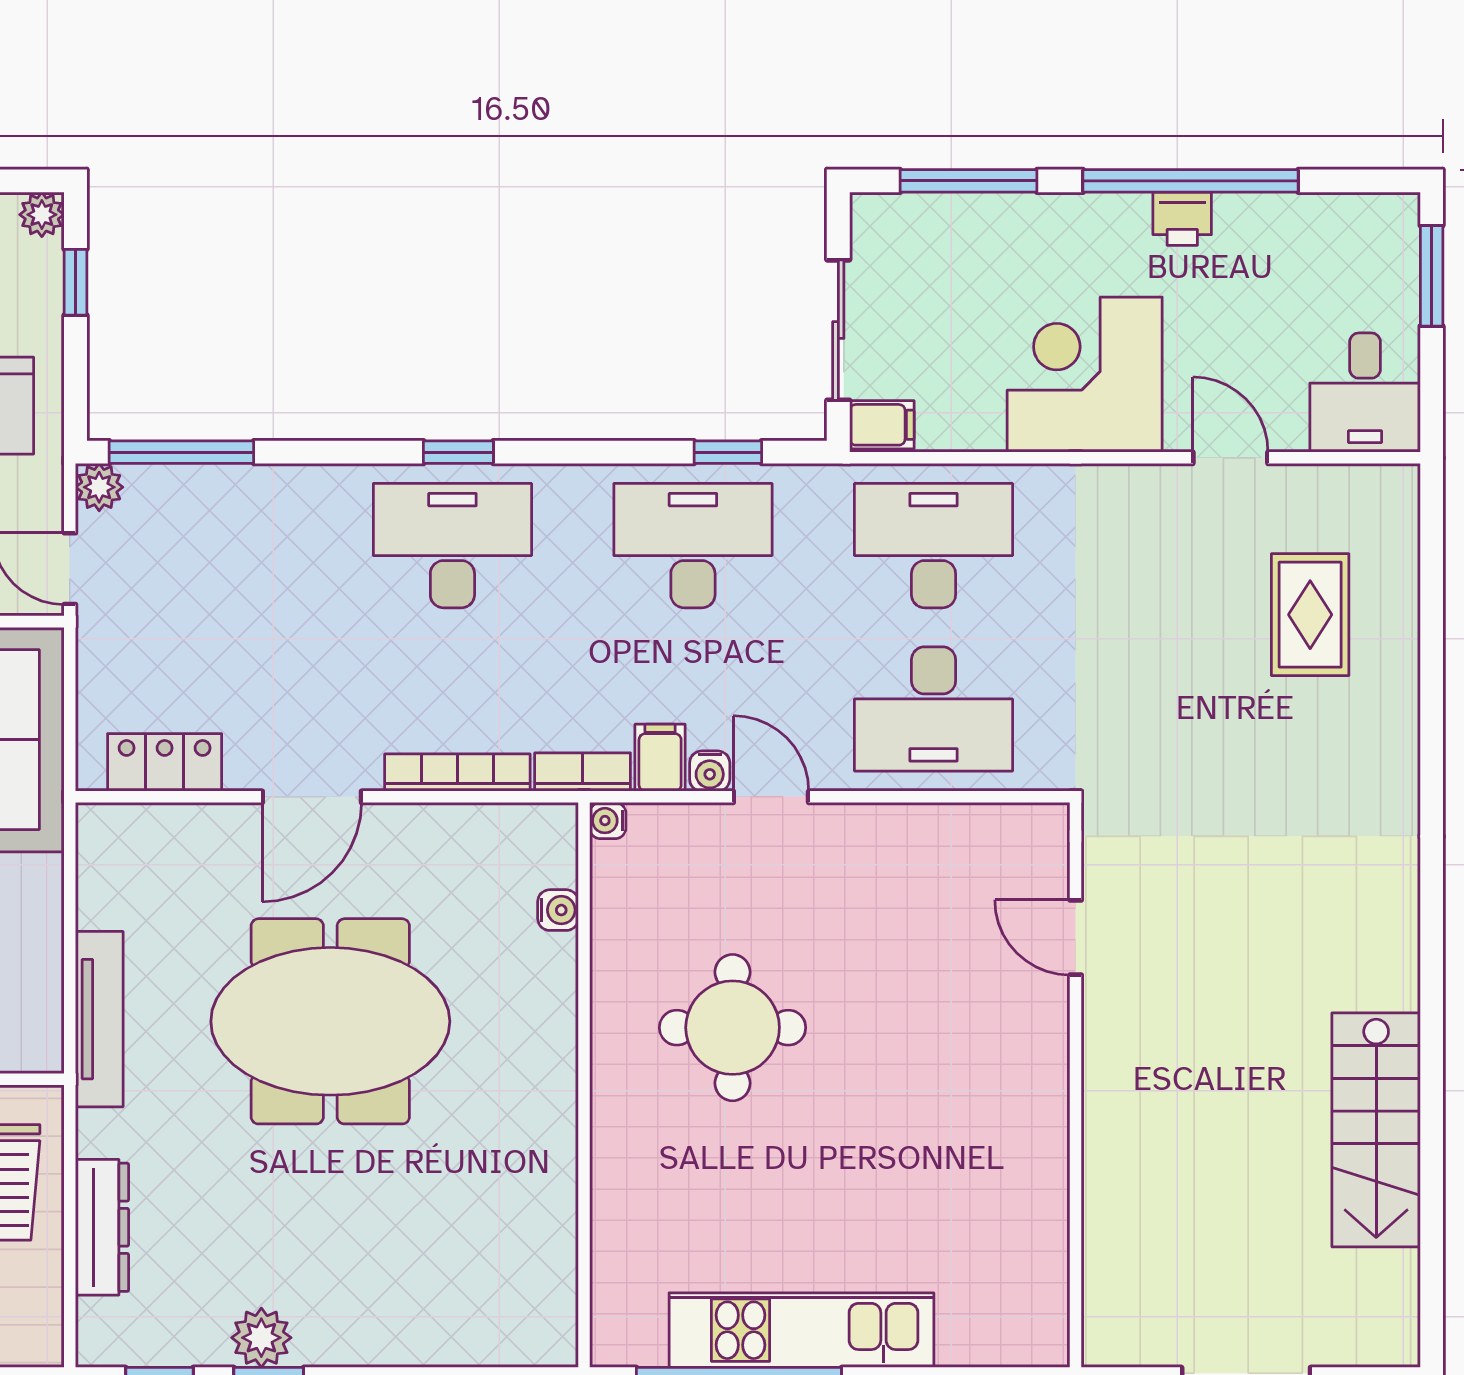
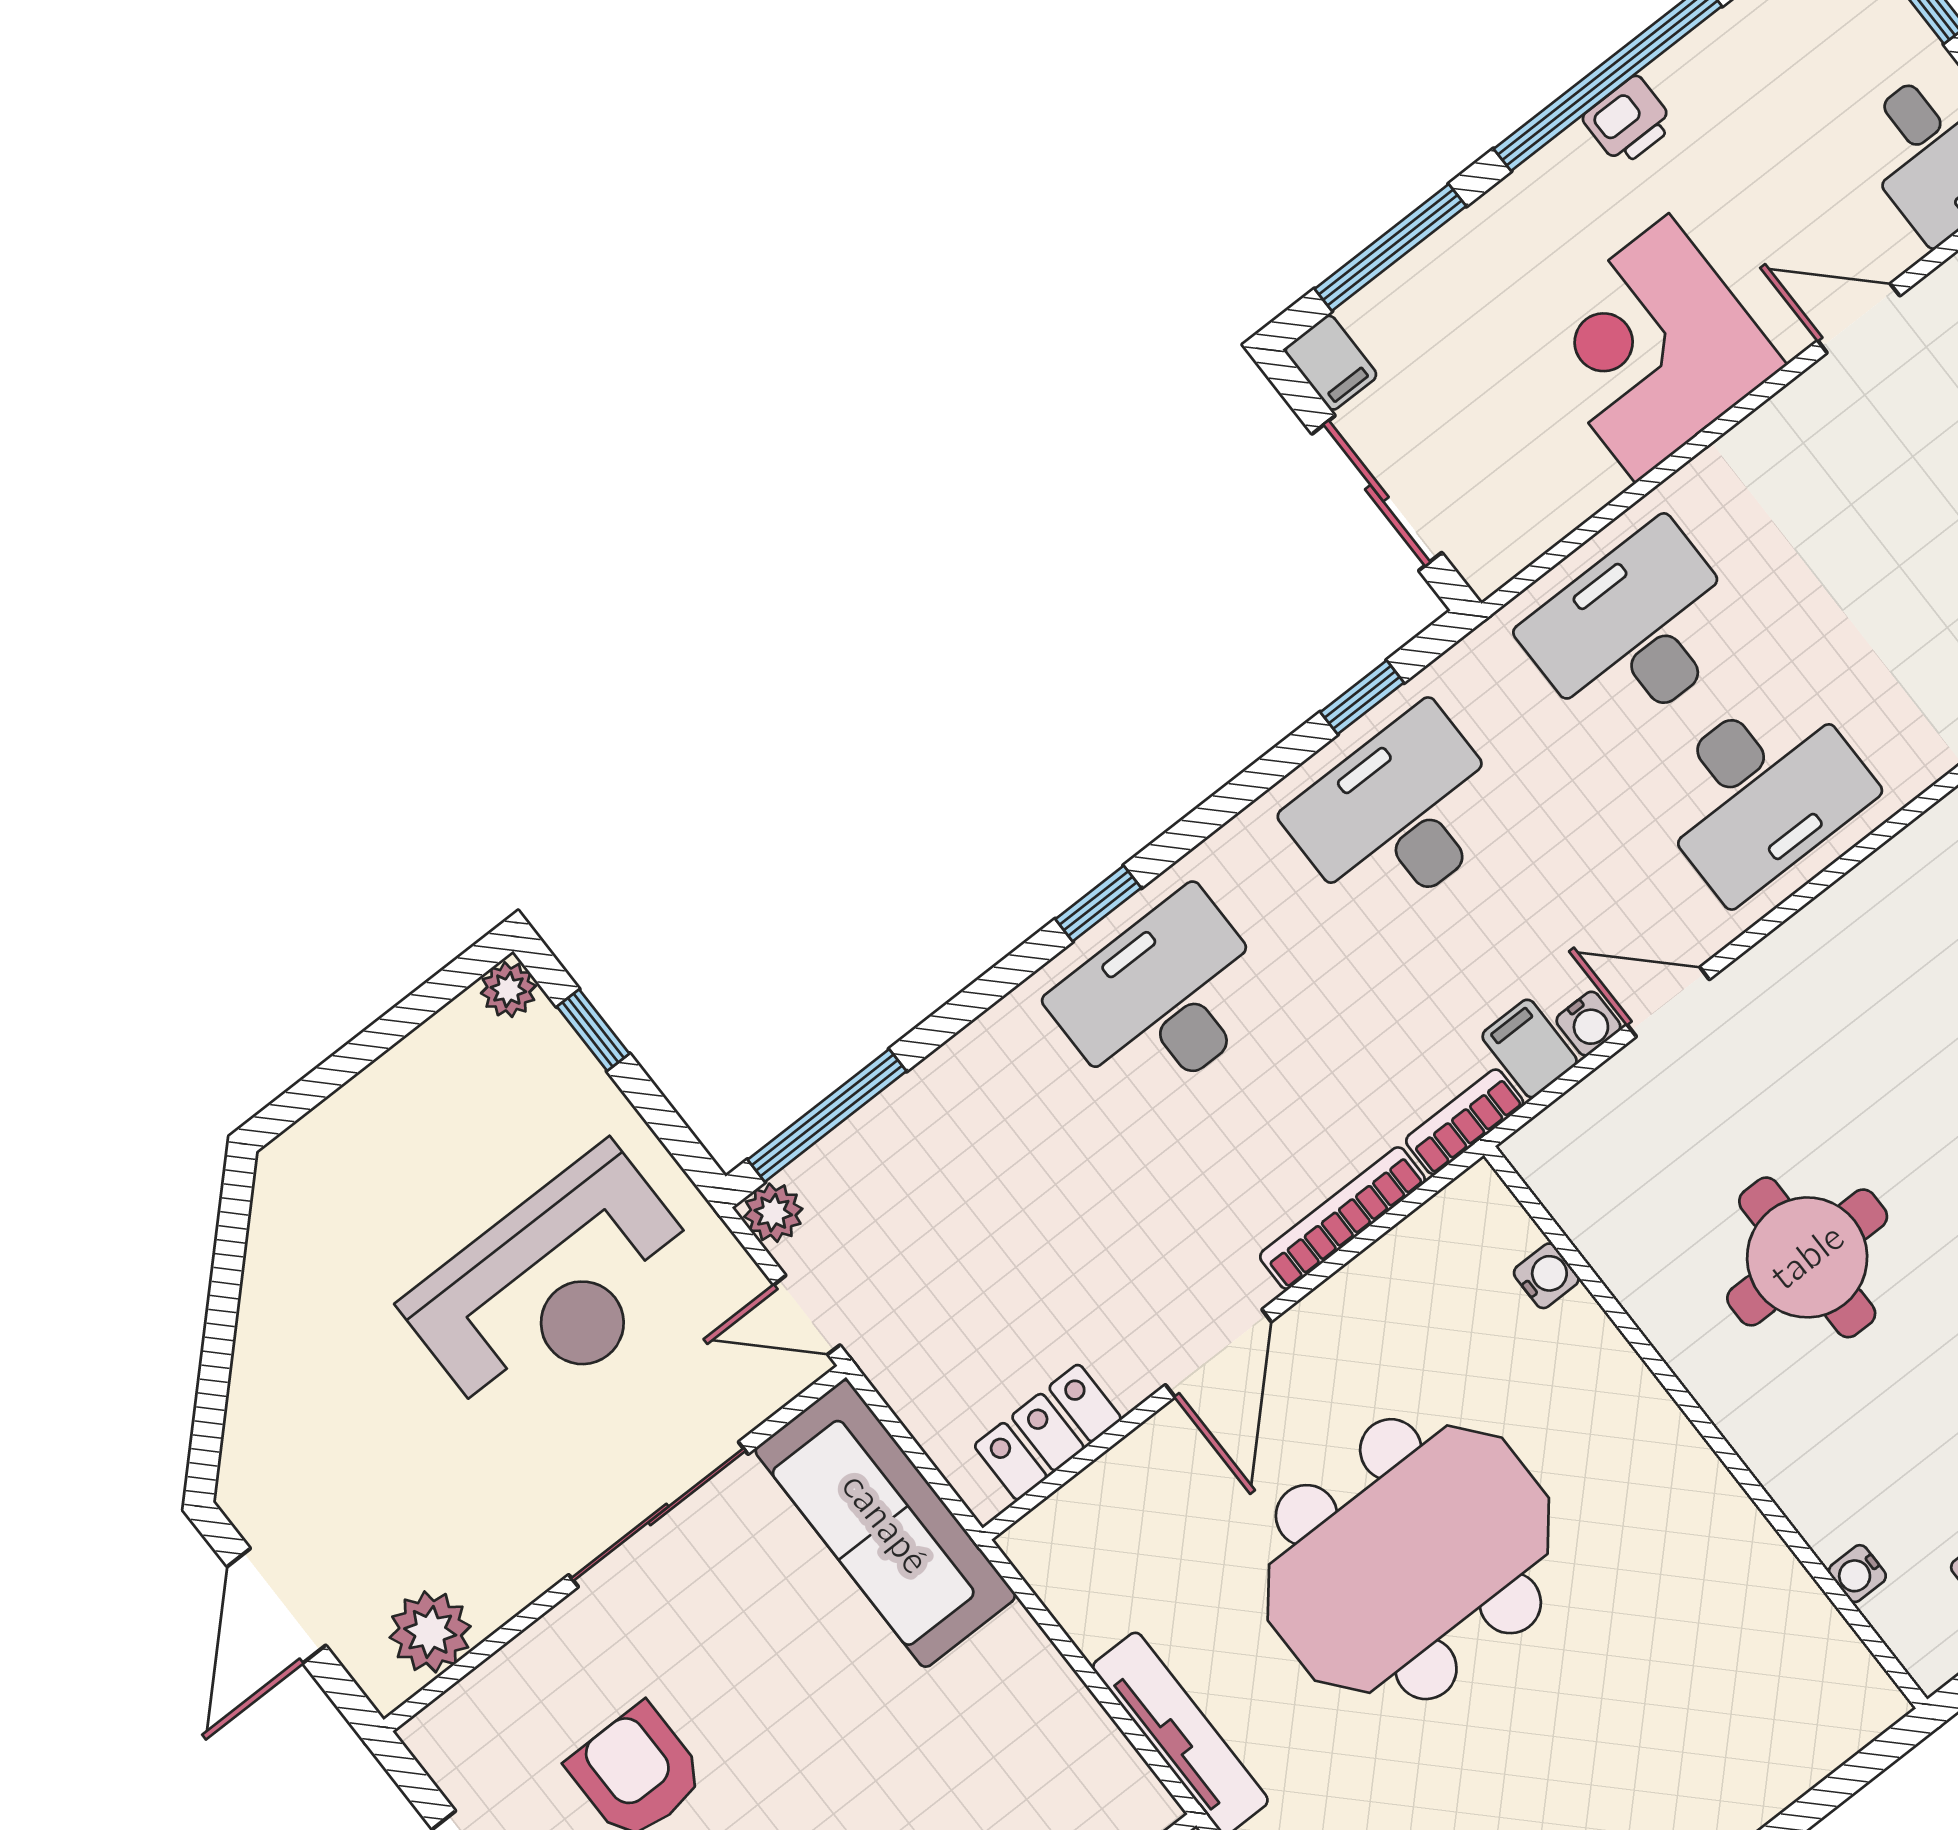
filing cabinet: (882, 425) -> (1331, 363), moved, turned 90
water cooler: (608, 821) -> (1857, 1574), moved

